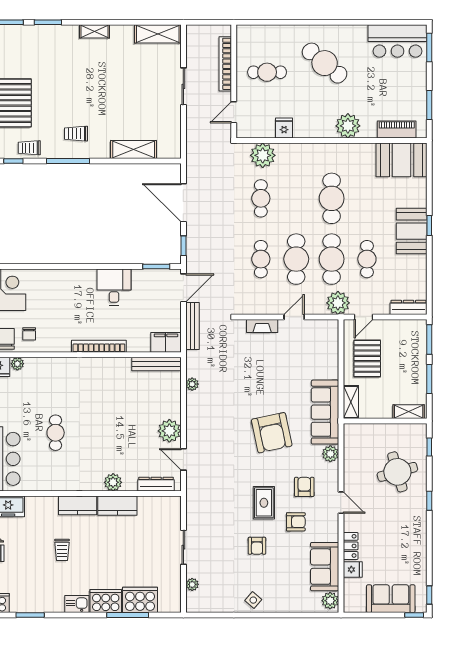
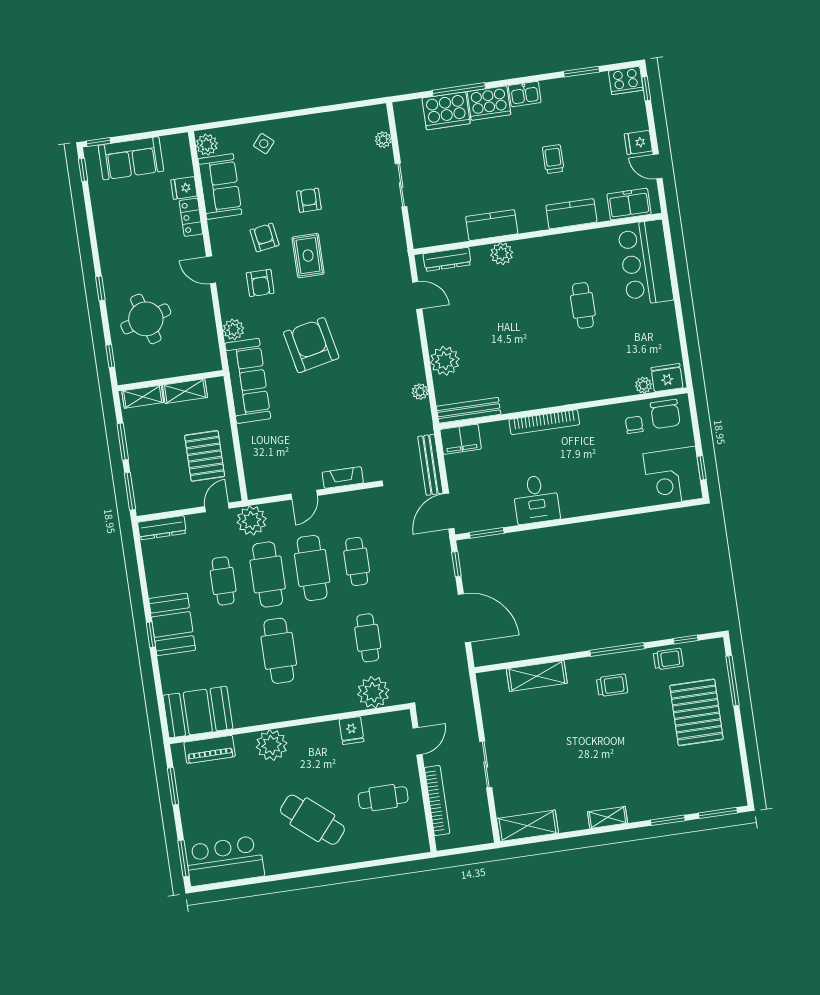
shelving: (351, 402) -> (185, 391), moved, turned 90
plant: (169, 431) -> (445, 361), moved
kitchen counter: (78, 505) -> (571, 214), moved
armchair: (296, 522) -> (264, 237), turned 81
side table: (253, 600) -> (264, 144), moved

